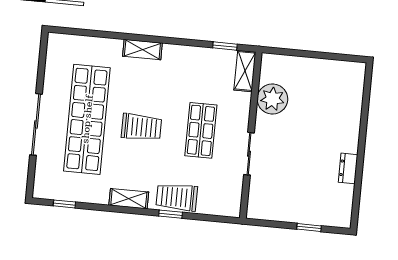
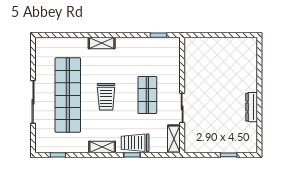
shelving: (245, 71) -> (174, 139), moved
plant: (272, 99) -> (195, 69), removed
trolley: (141, 127) -> (106, 97), turned 90
dresser: (348, 168) -> (252, 107), width x1.44

